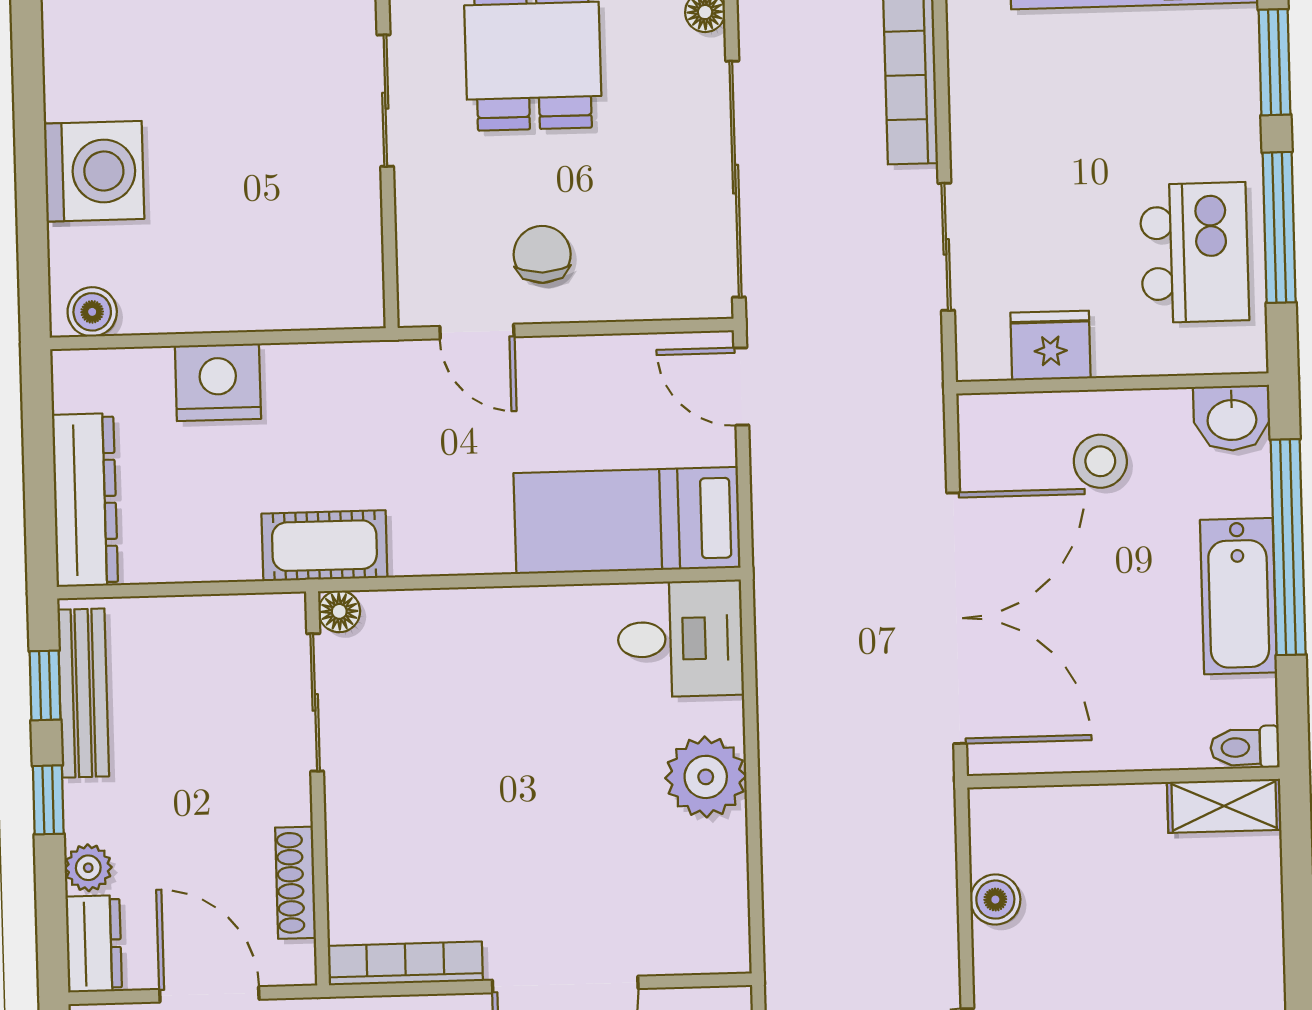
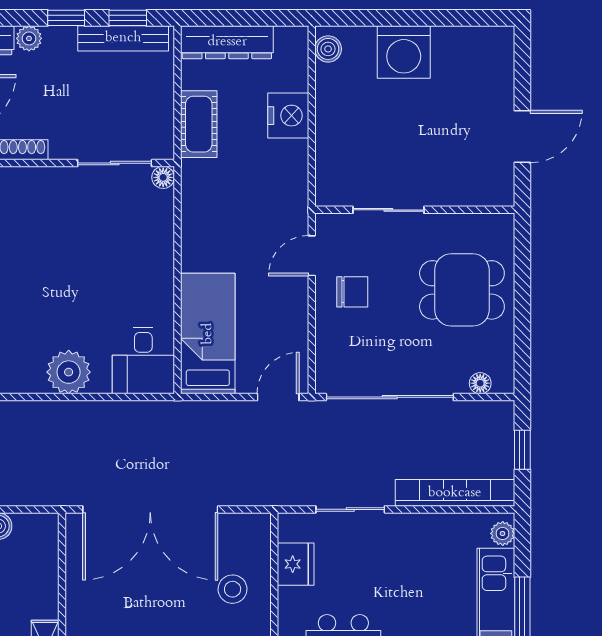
sliding door: (385, 101) -> (388, 210), moved
cot: (324, 546) -> (199, 124), moved

